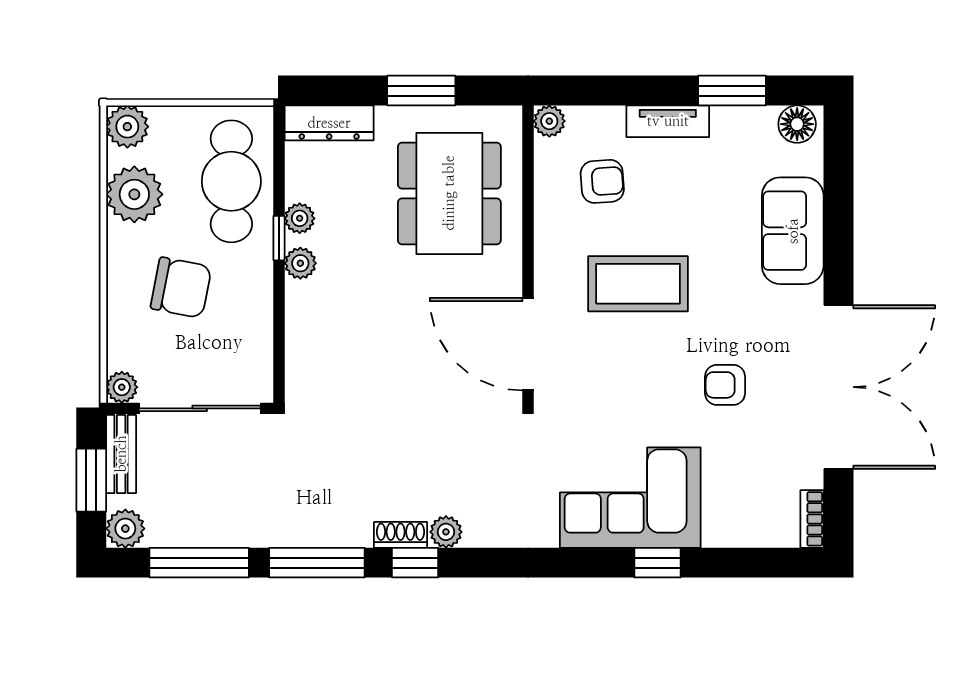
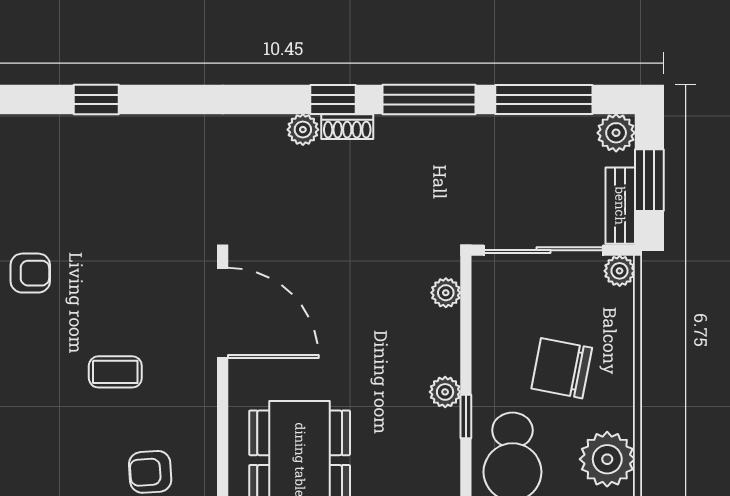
plant: (300, 218) -> (446, 293), moved
coffee table: (638, 284) -> (115, 372), width x0.54, depth x0.58
corner sofa: (630, 498) -> (123, 163), removed

